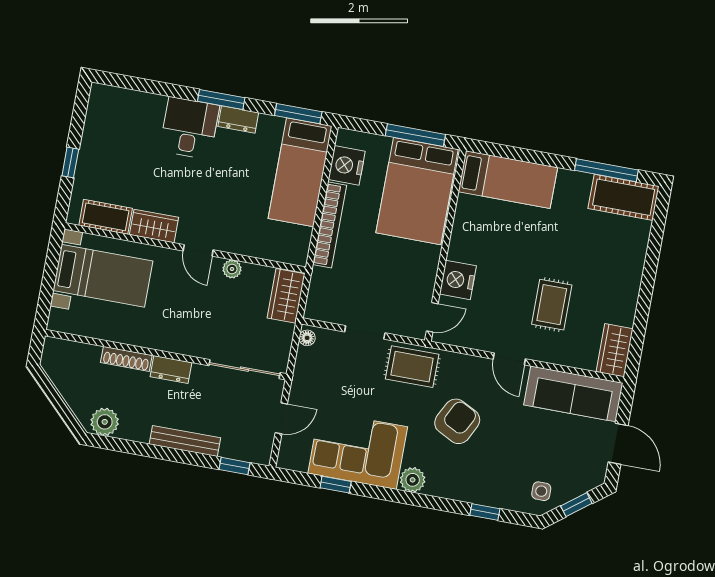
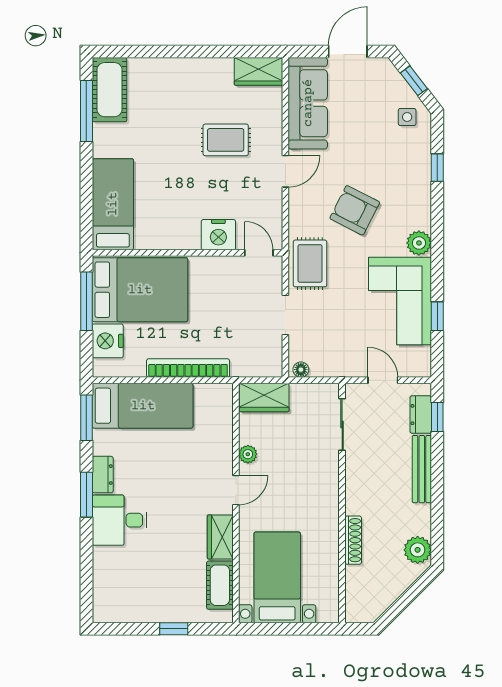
nightstand: (347, 165) -> (108, 341), moved, turned 90
sliding door: (244, 369) -> (342, 425), width x0.73
dresser: (171, 370) -> (421, 415), moved, turned 180

